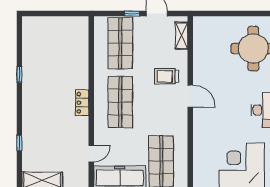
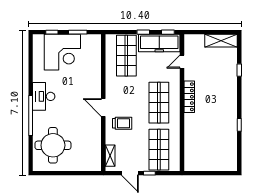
locker: (82, 103) -> (189, 97), width x1.53

